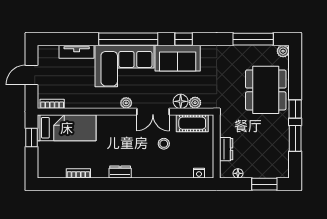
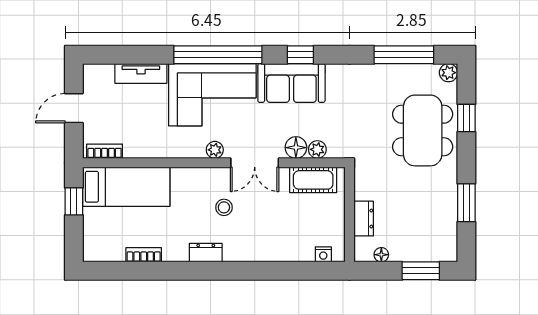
window: (295, 109) -> (466, 118), moved
stool: (164, 144) -> (224, 207), moved

